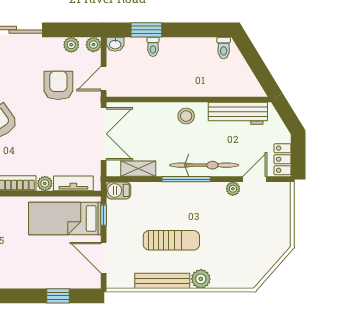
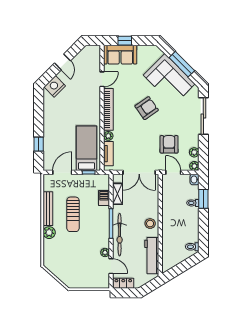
armchair: (58, 85) -> (169, 144), turned -90
barbecue: (119, 190) -> (104, 198), moved

